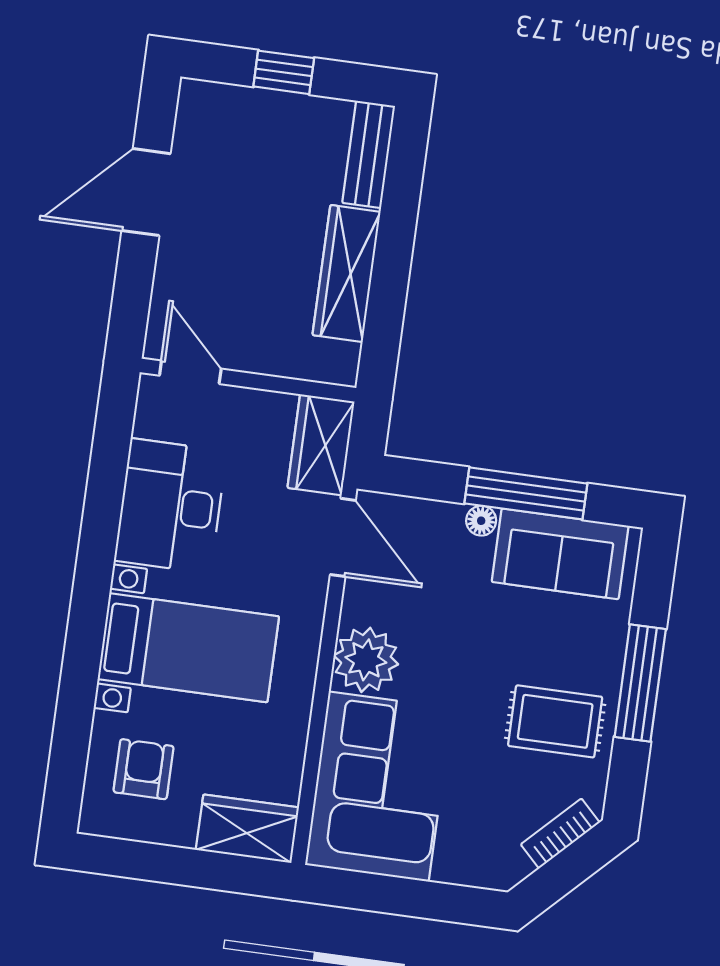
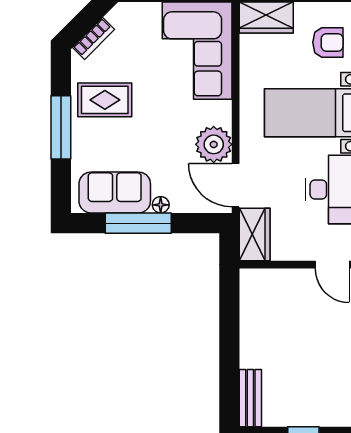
wardrobe: (347, 273) -> (254, 331), removed
plant: (366, 660) -> (214, 144), moved
armchair: (144, 769) -> (328, 42), turned -90

